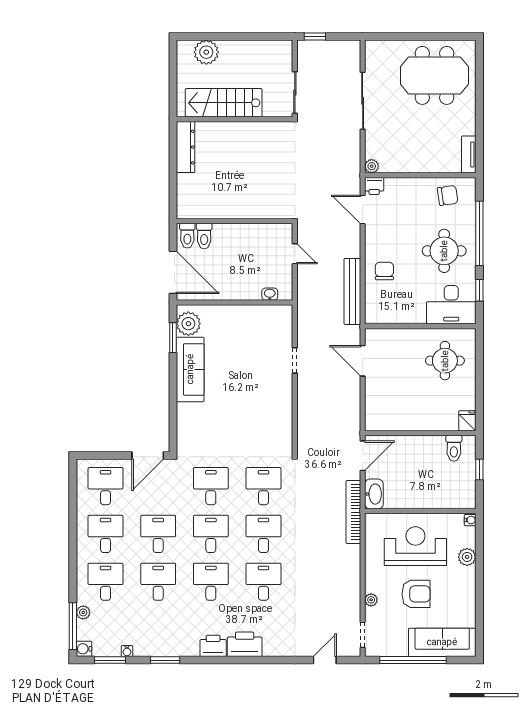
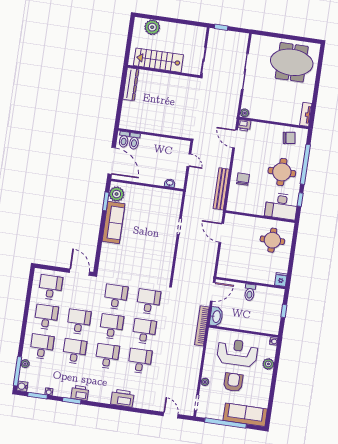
toilet: (454, 448) -> (250, 292), moved
door: (148, 456) -> (79, 272), swing flipped
armchair: (416, 594) -> (233, 382), turned -90
printer: (213, 646) -> (80, 393), moved
door: (325, 660) -> (171, 415), hinge flipped

